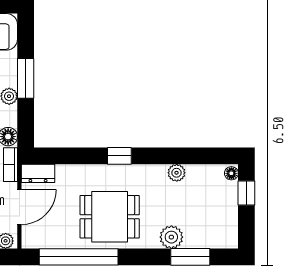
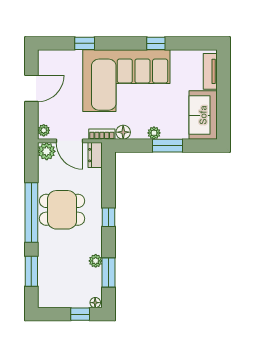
window: (192, 156) -> (109, 272), added
dining table: (110, 217) -> (62, 210), turned 90
plant: (171, 237) -> (47, 151), moved
window: (79, 257) -> (31, 212), moved

